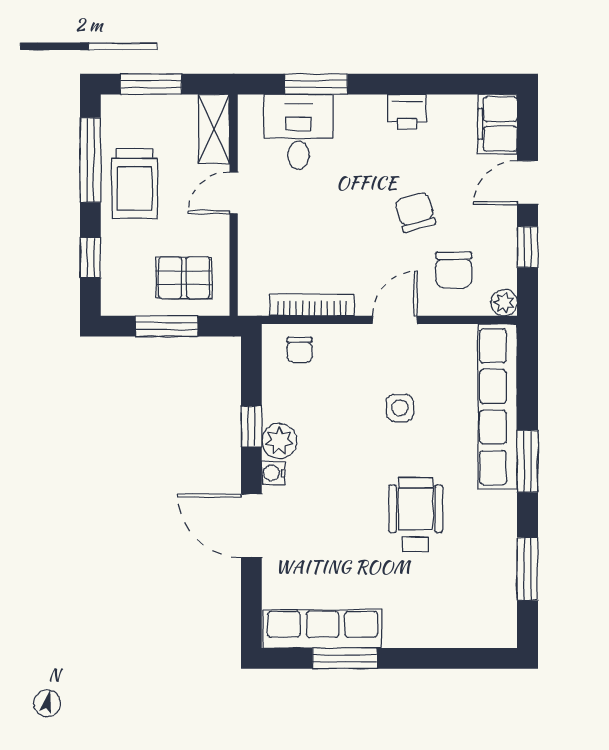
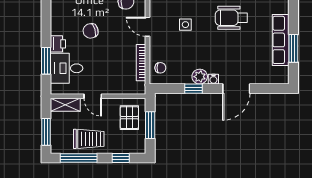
printer: (407, 112) -> (58, 44), moved
chair: (415, 212) -> (91, 31), moved
row of seats: (322, 629) -> (281, 40), moved

